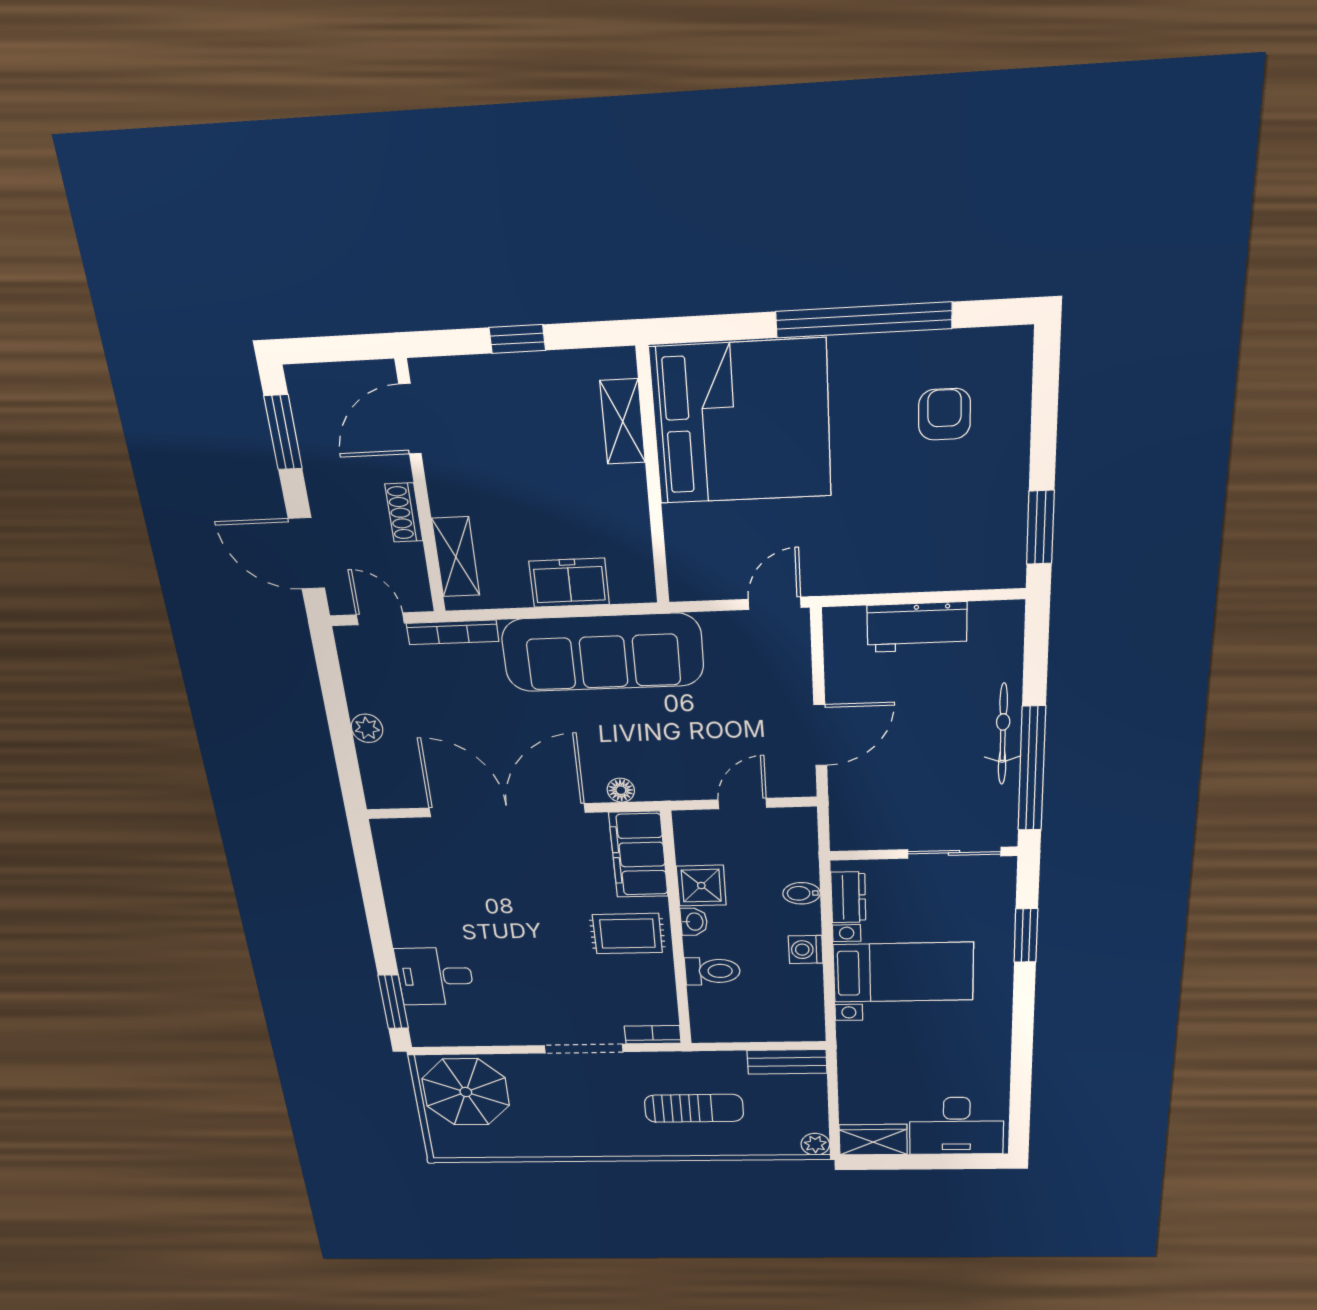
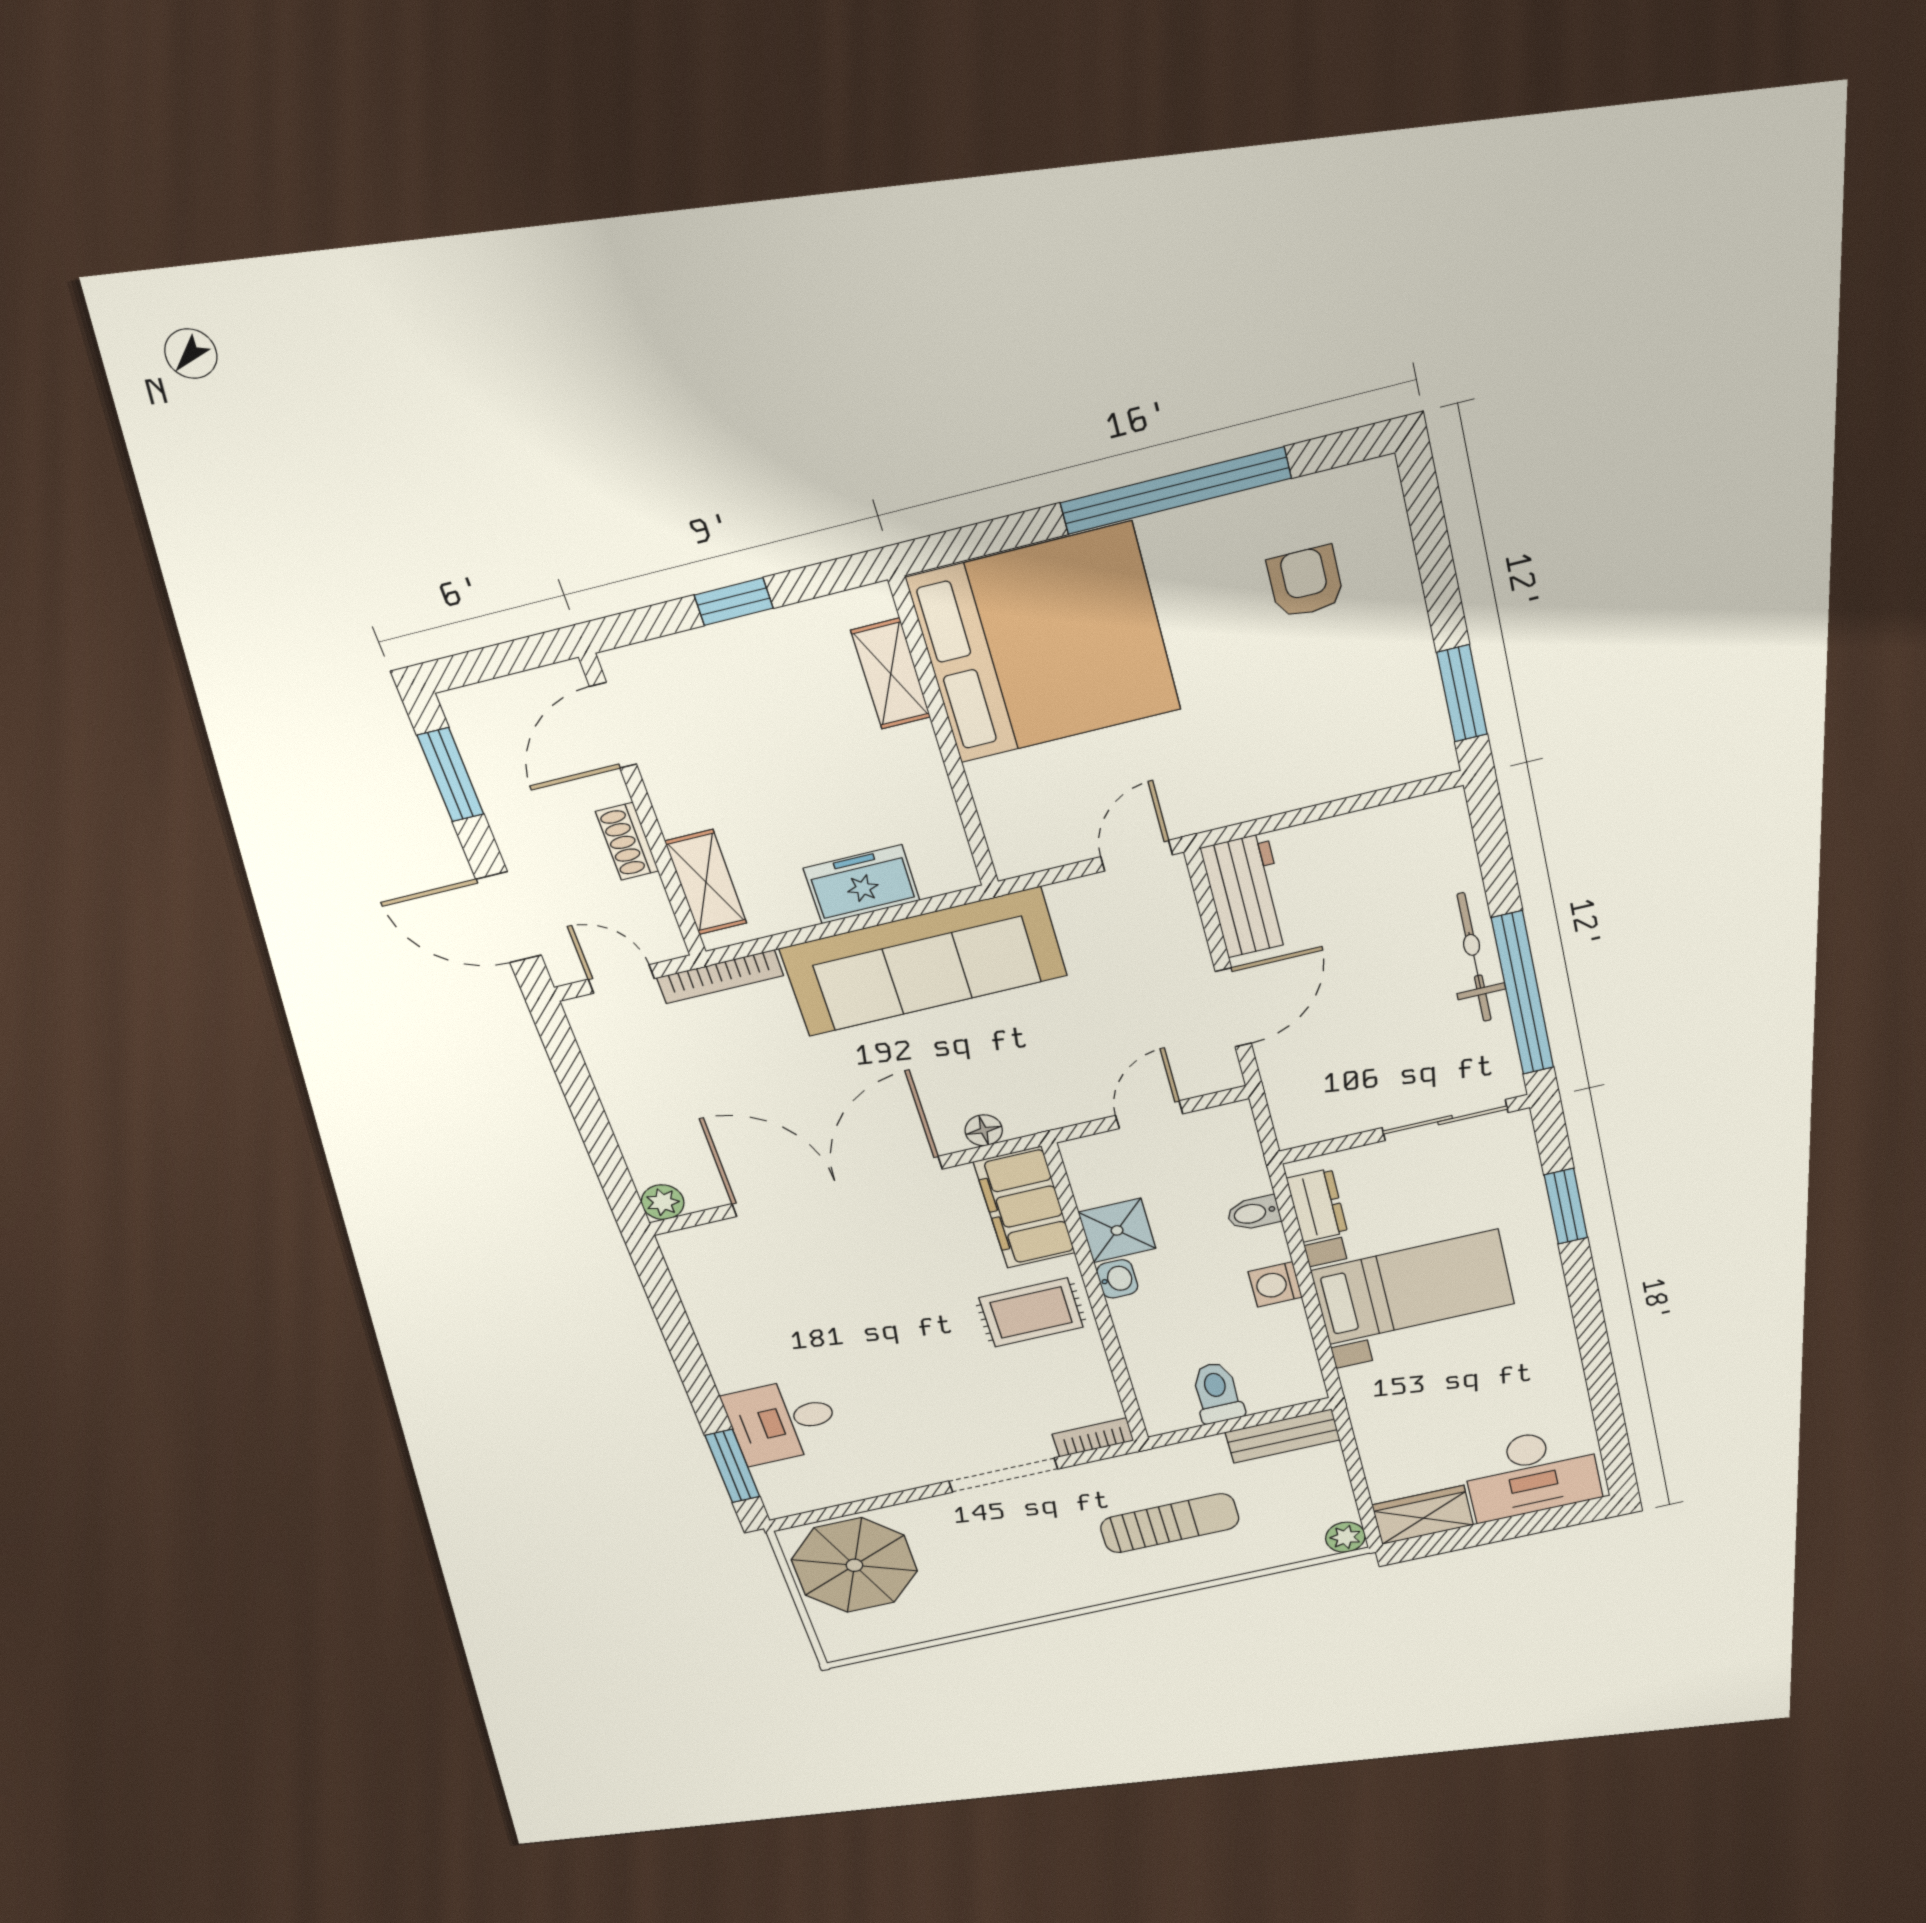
workbench: (917, 627) -> (1247, 896), moved, turned -90
plant: (367, 728) -> (663, 1202), moved
toilet: (712, 971) -> (1217, 1393), moved, turned -90

